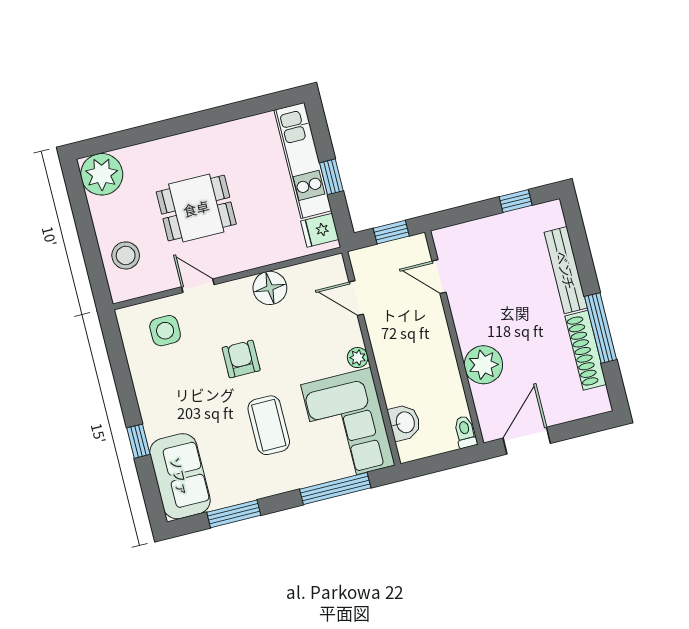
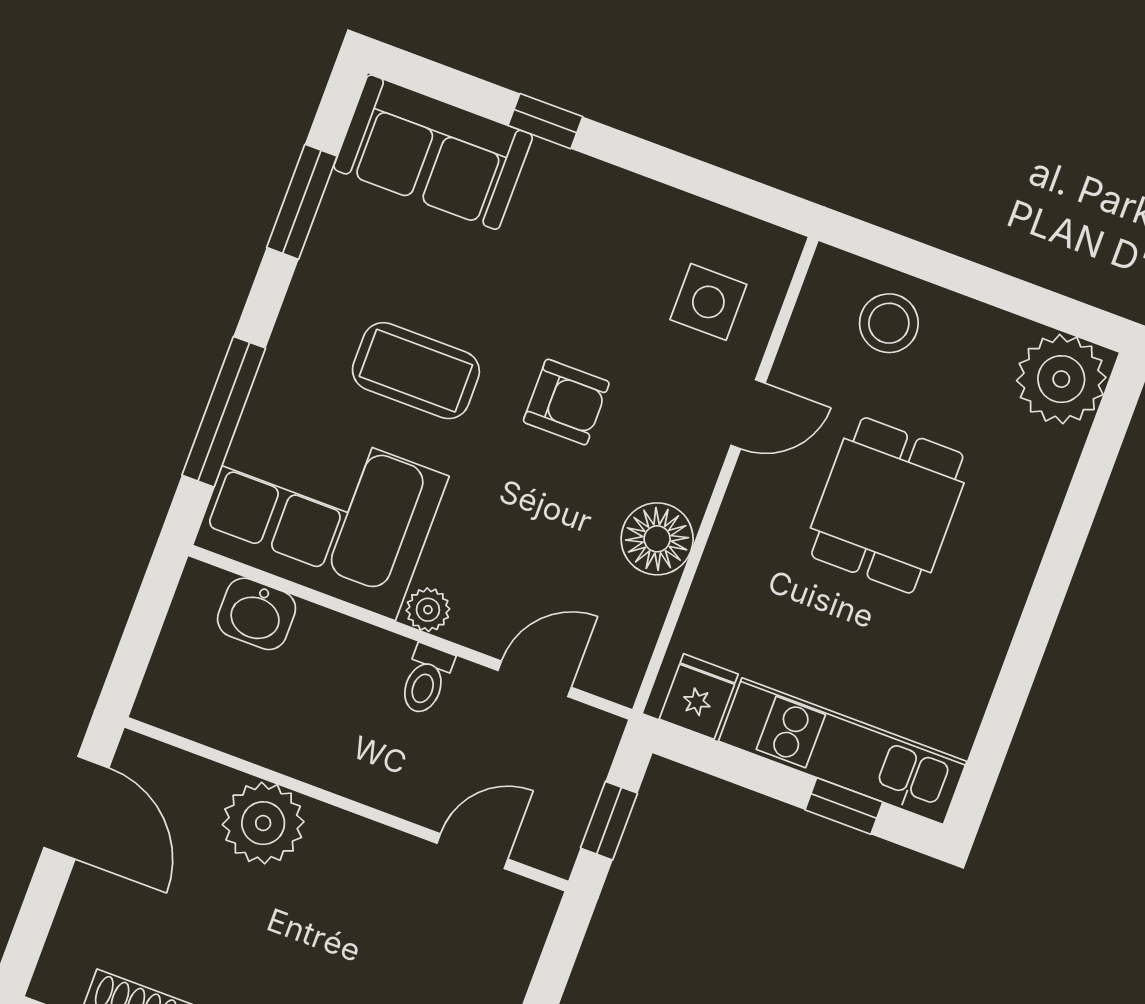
window: (331, 177) -> (844, 806), moved
toilet: (465, 432) -> (426, 680), moved, turned 90

